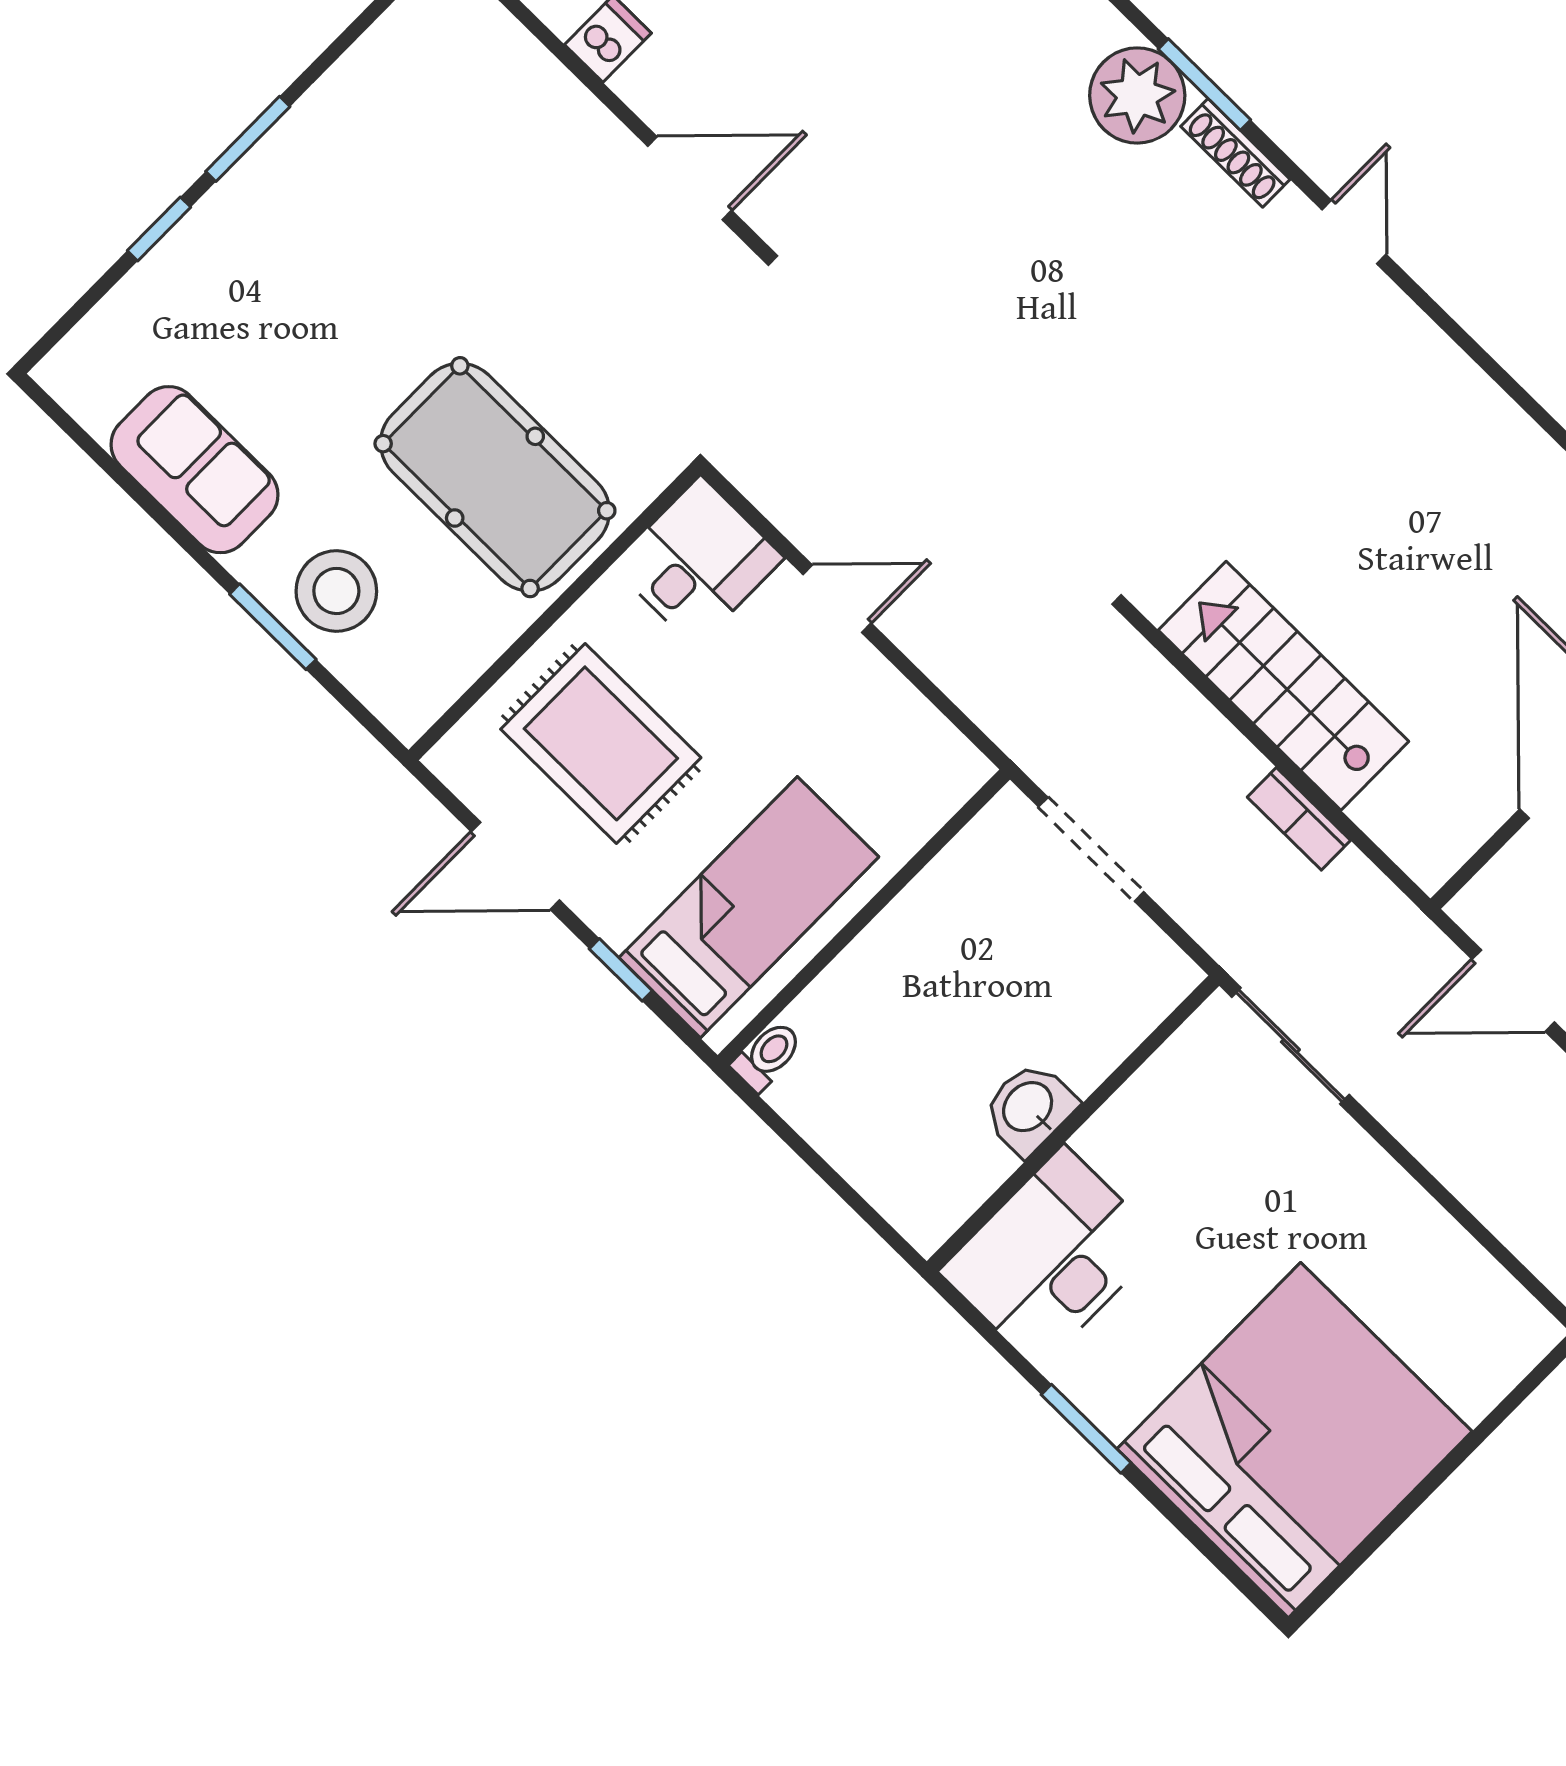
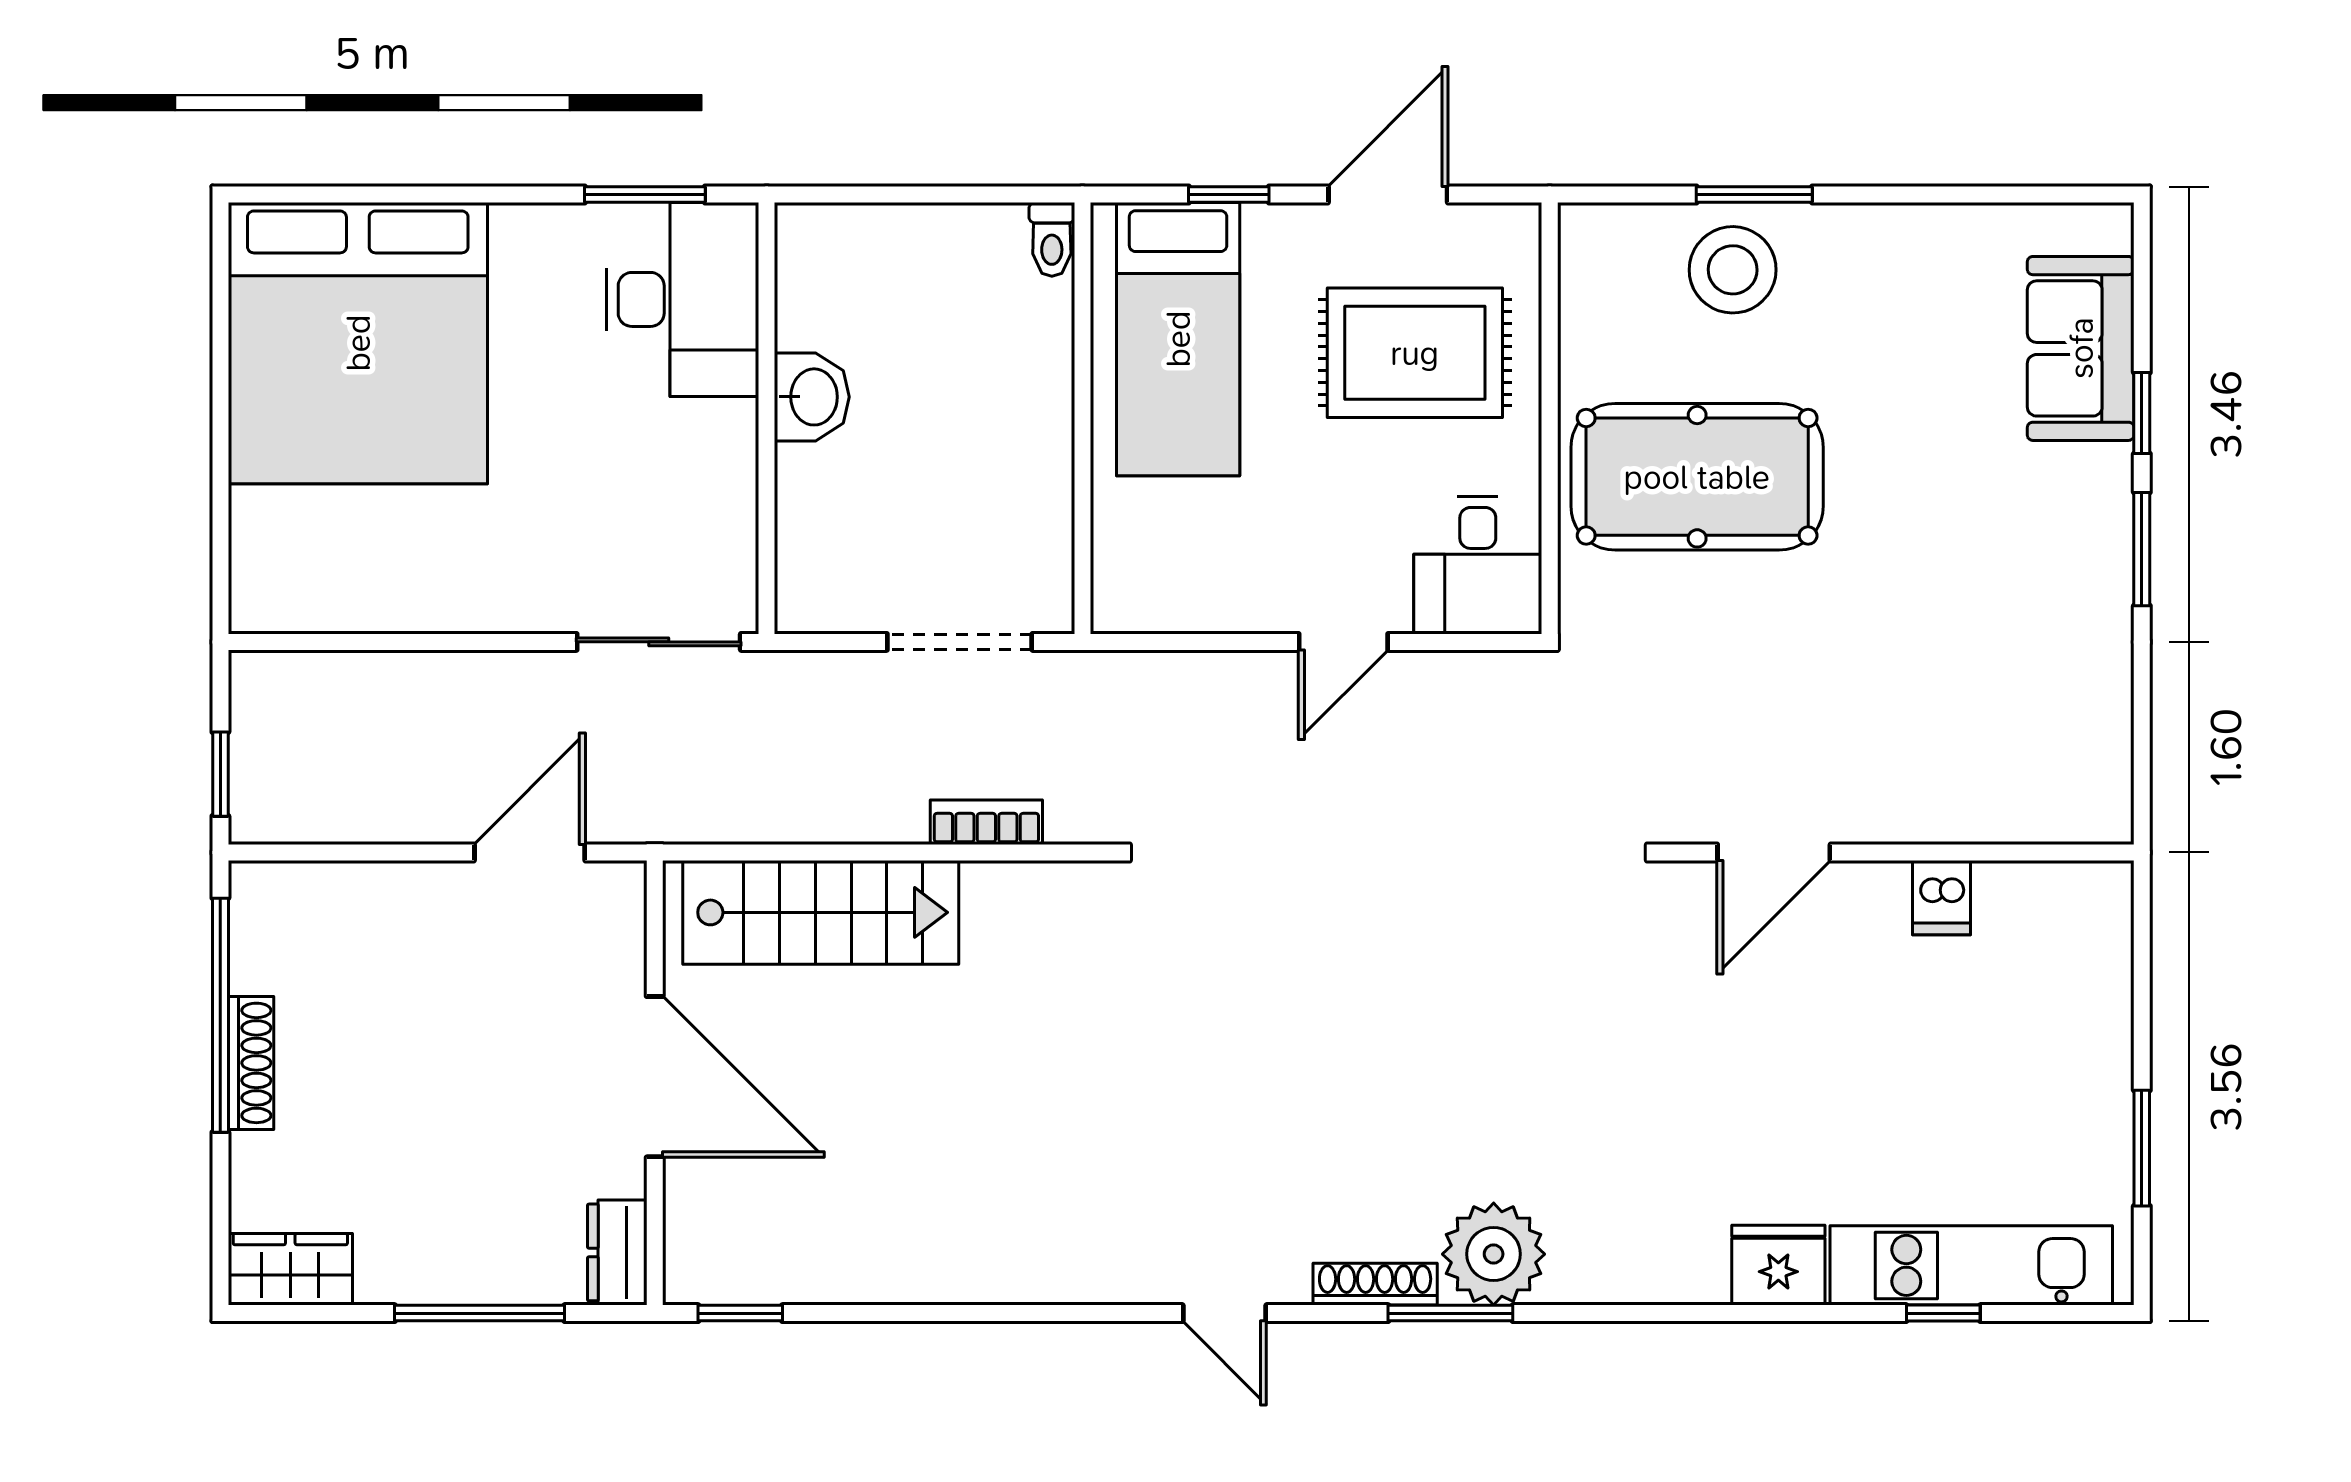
sofa: (195, 470) -> (2081, 348), moved, turned 90
stairs: (1284, 686) -> (821, 912), moved
bookcase: (1299, 819) -> (986, 822), moved
window: (1086, 1429) -> (645, 194), moved

